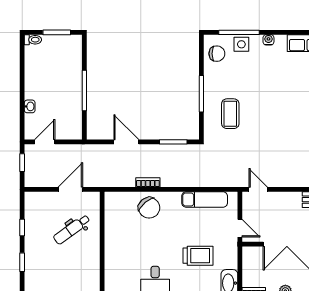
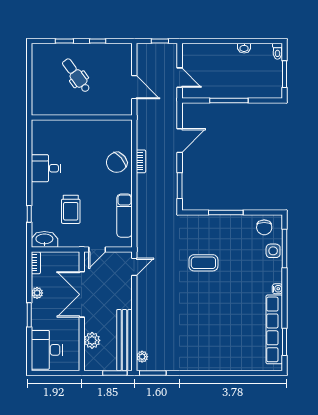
water cooler: (268, 40) -> (277, 289), moved
washbasin: (30, 106) -> (244, 48), moved
coffee table: (230, 114) -> (203, 263), moved
door: (45, 142) -> (180, 78), moved
dental chair: (72, 229) -> (76, 75), moved

